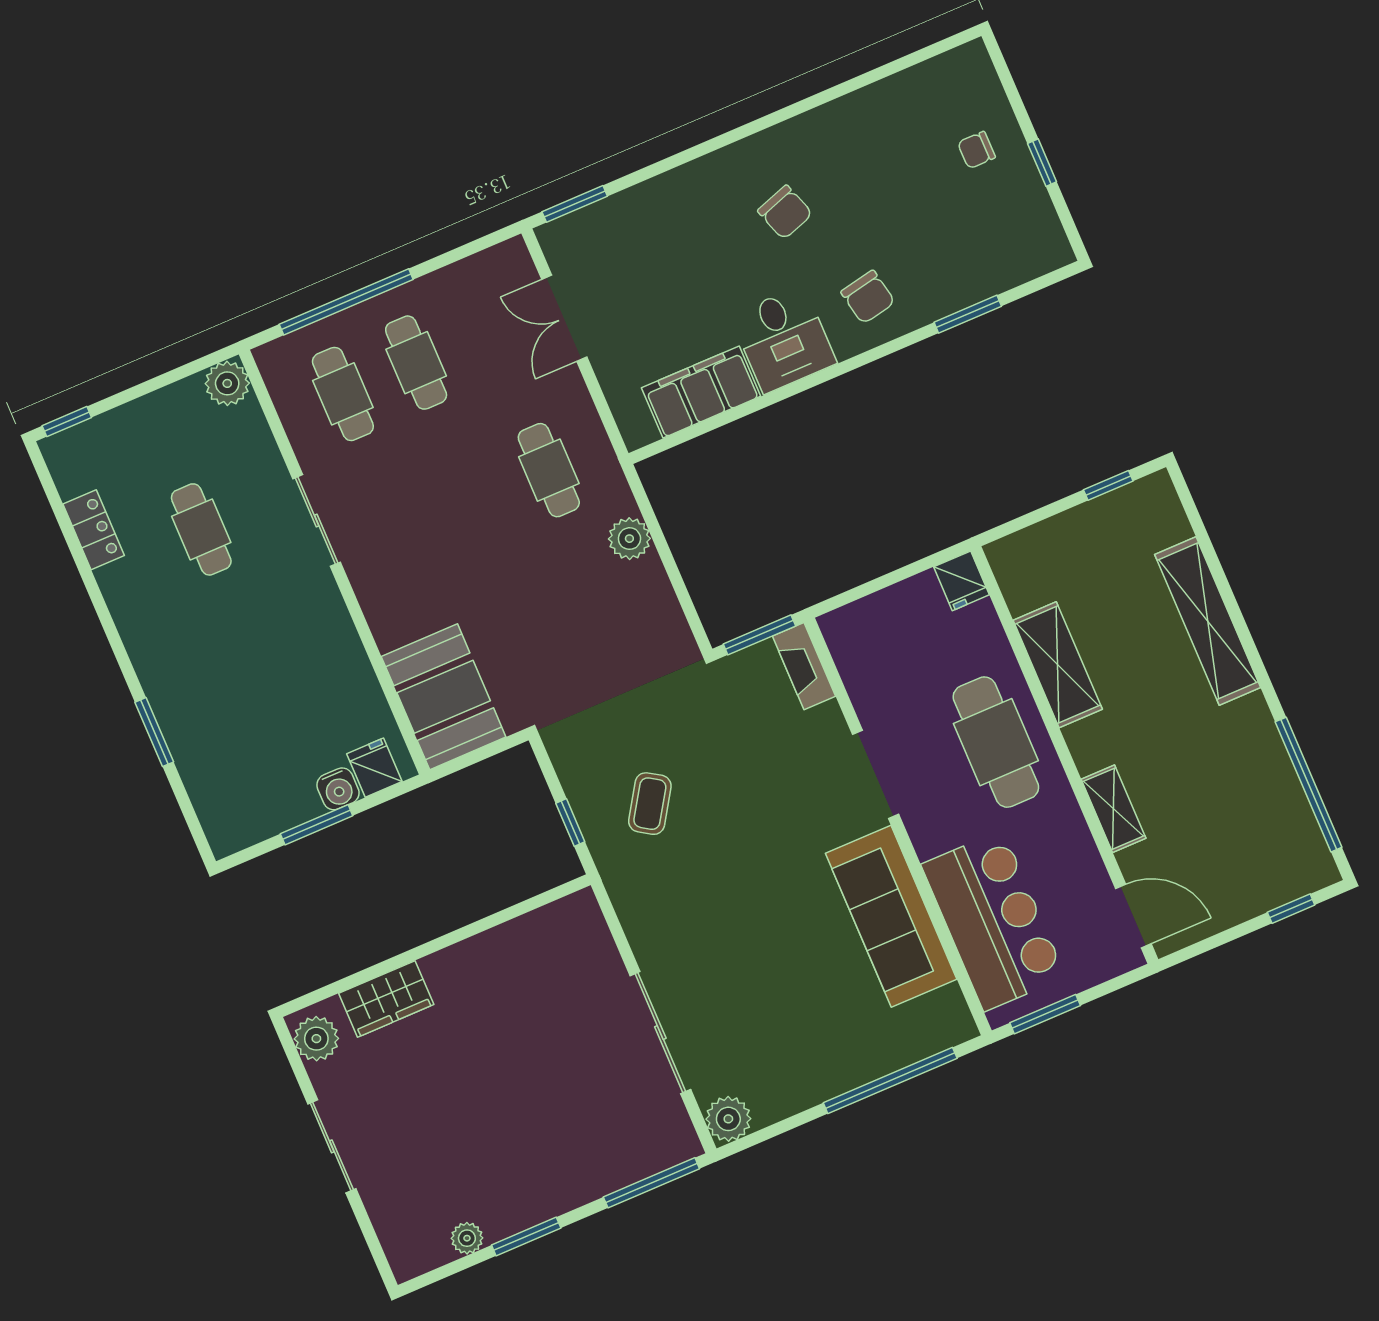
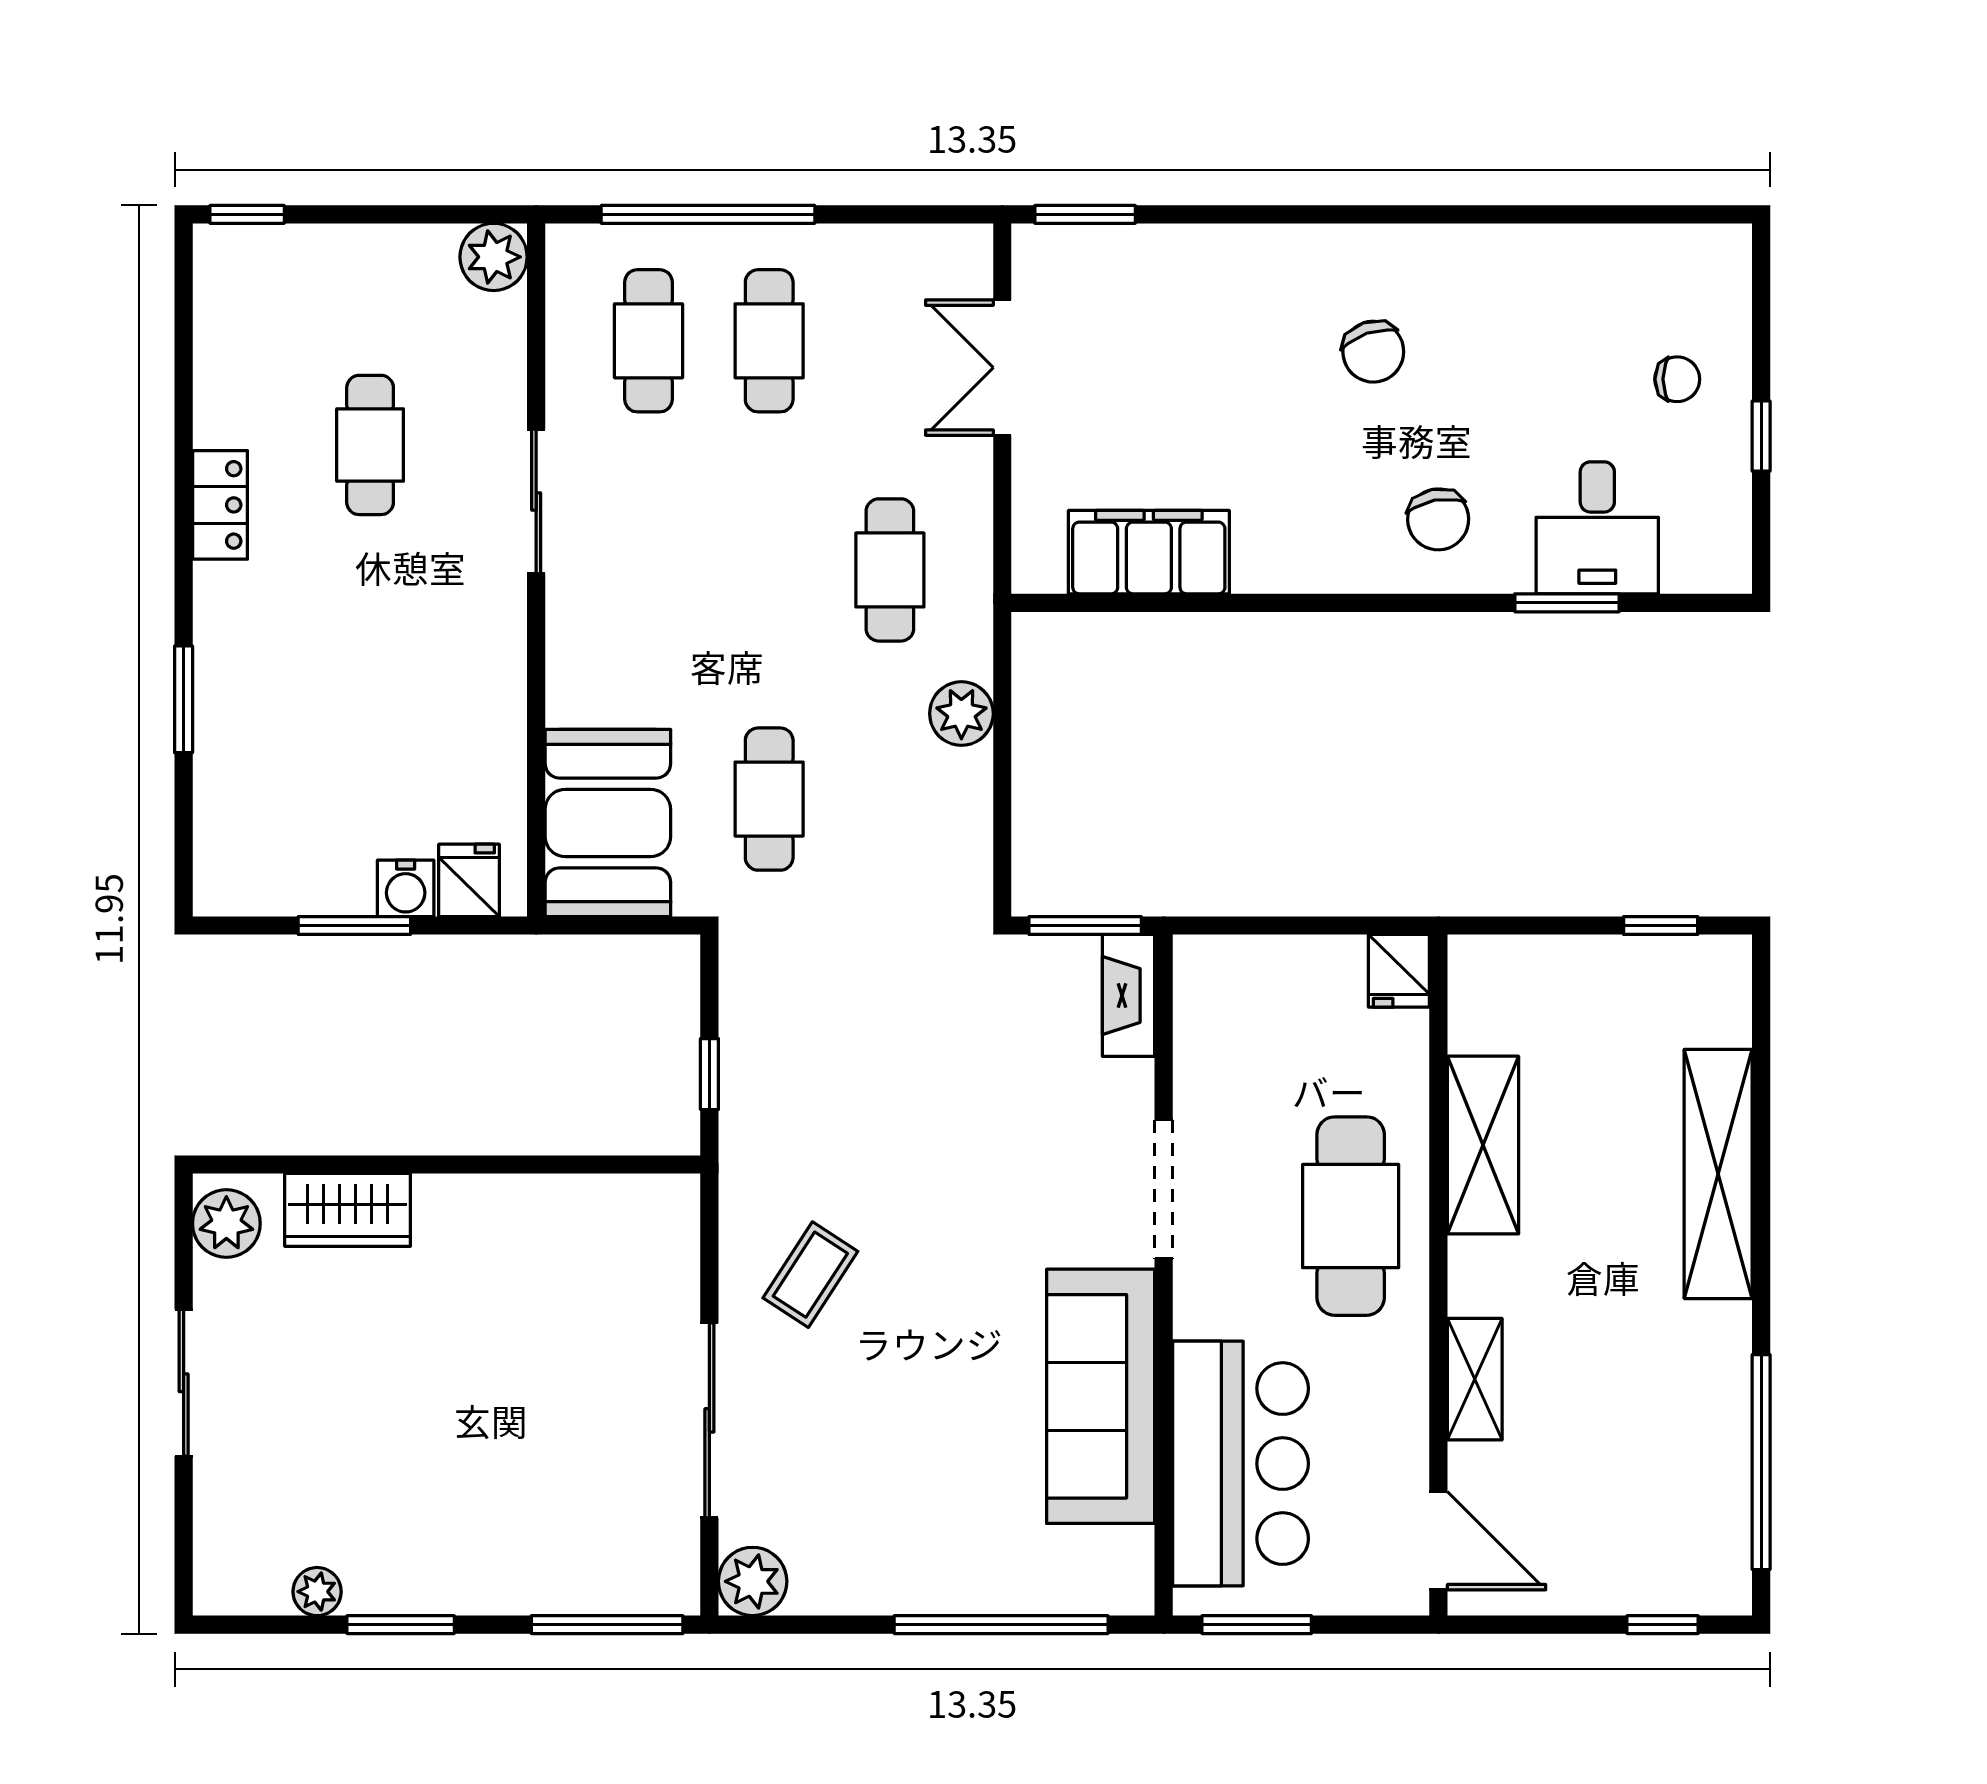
chair: (976, 150) -> (1677, 379), turned 180
desk: (784, 339) -> (1597, 528), moved
locker: (94, 530) -> (220, 505), moved
cafe table: (535, 640) -> (769, 799), added
coffee table: (650, 804) -> (810, 1275), moved

